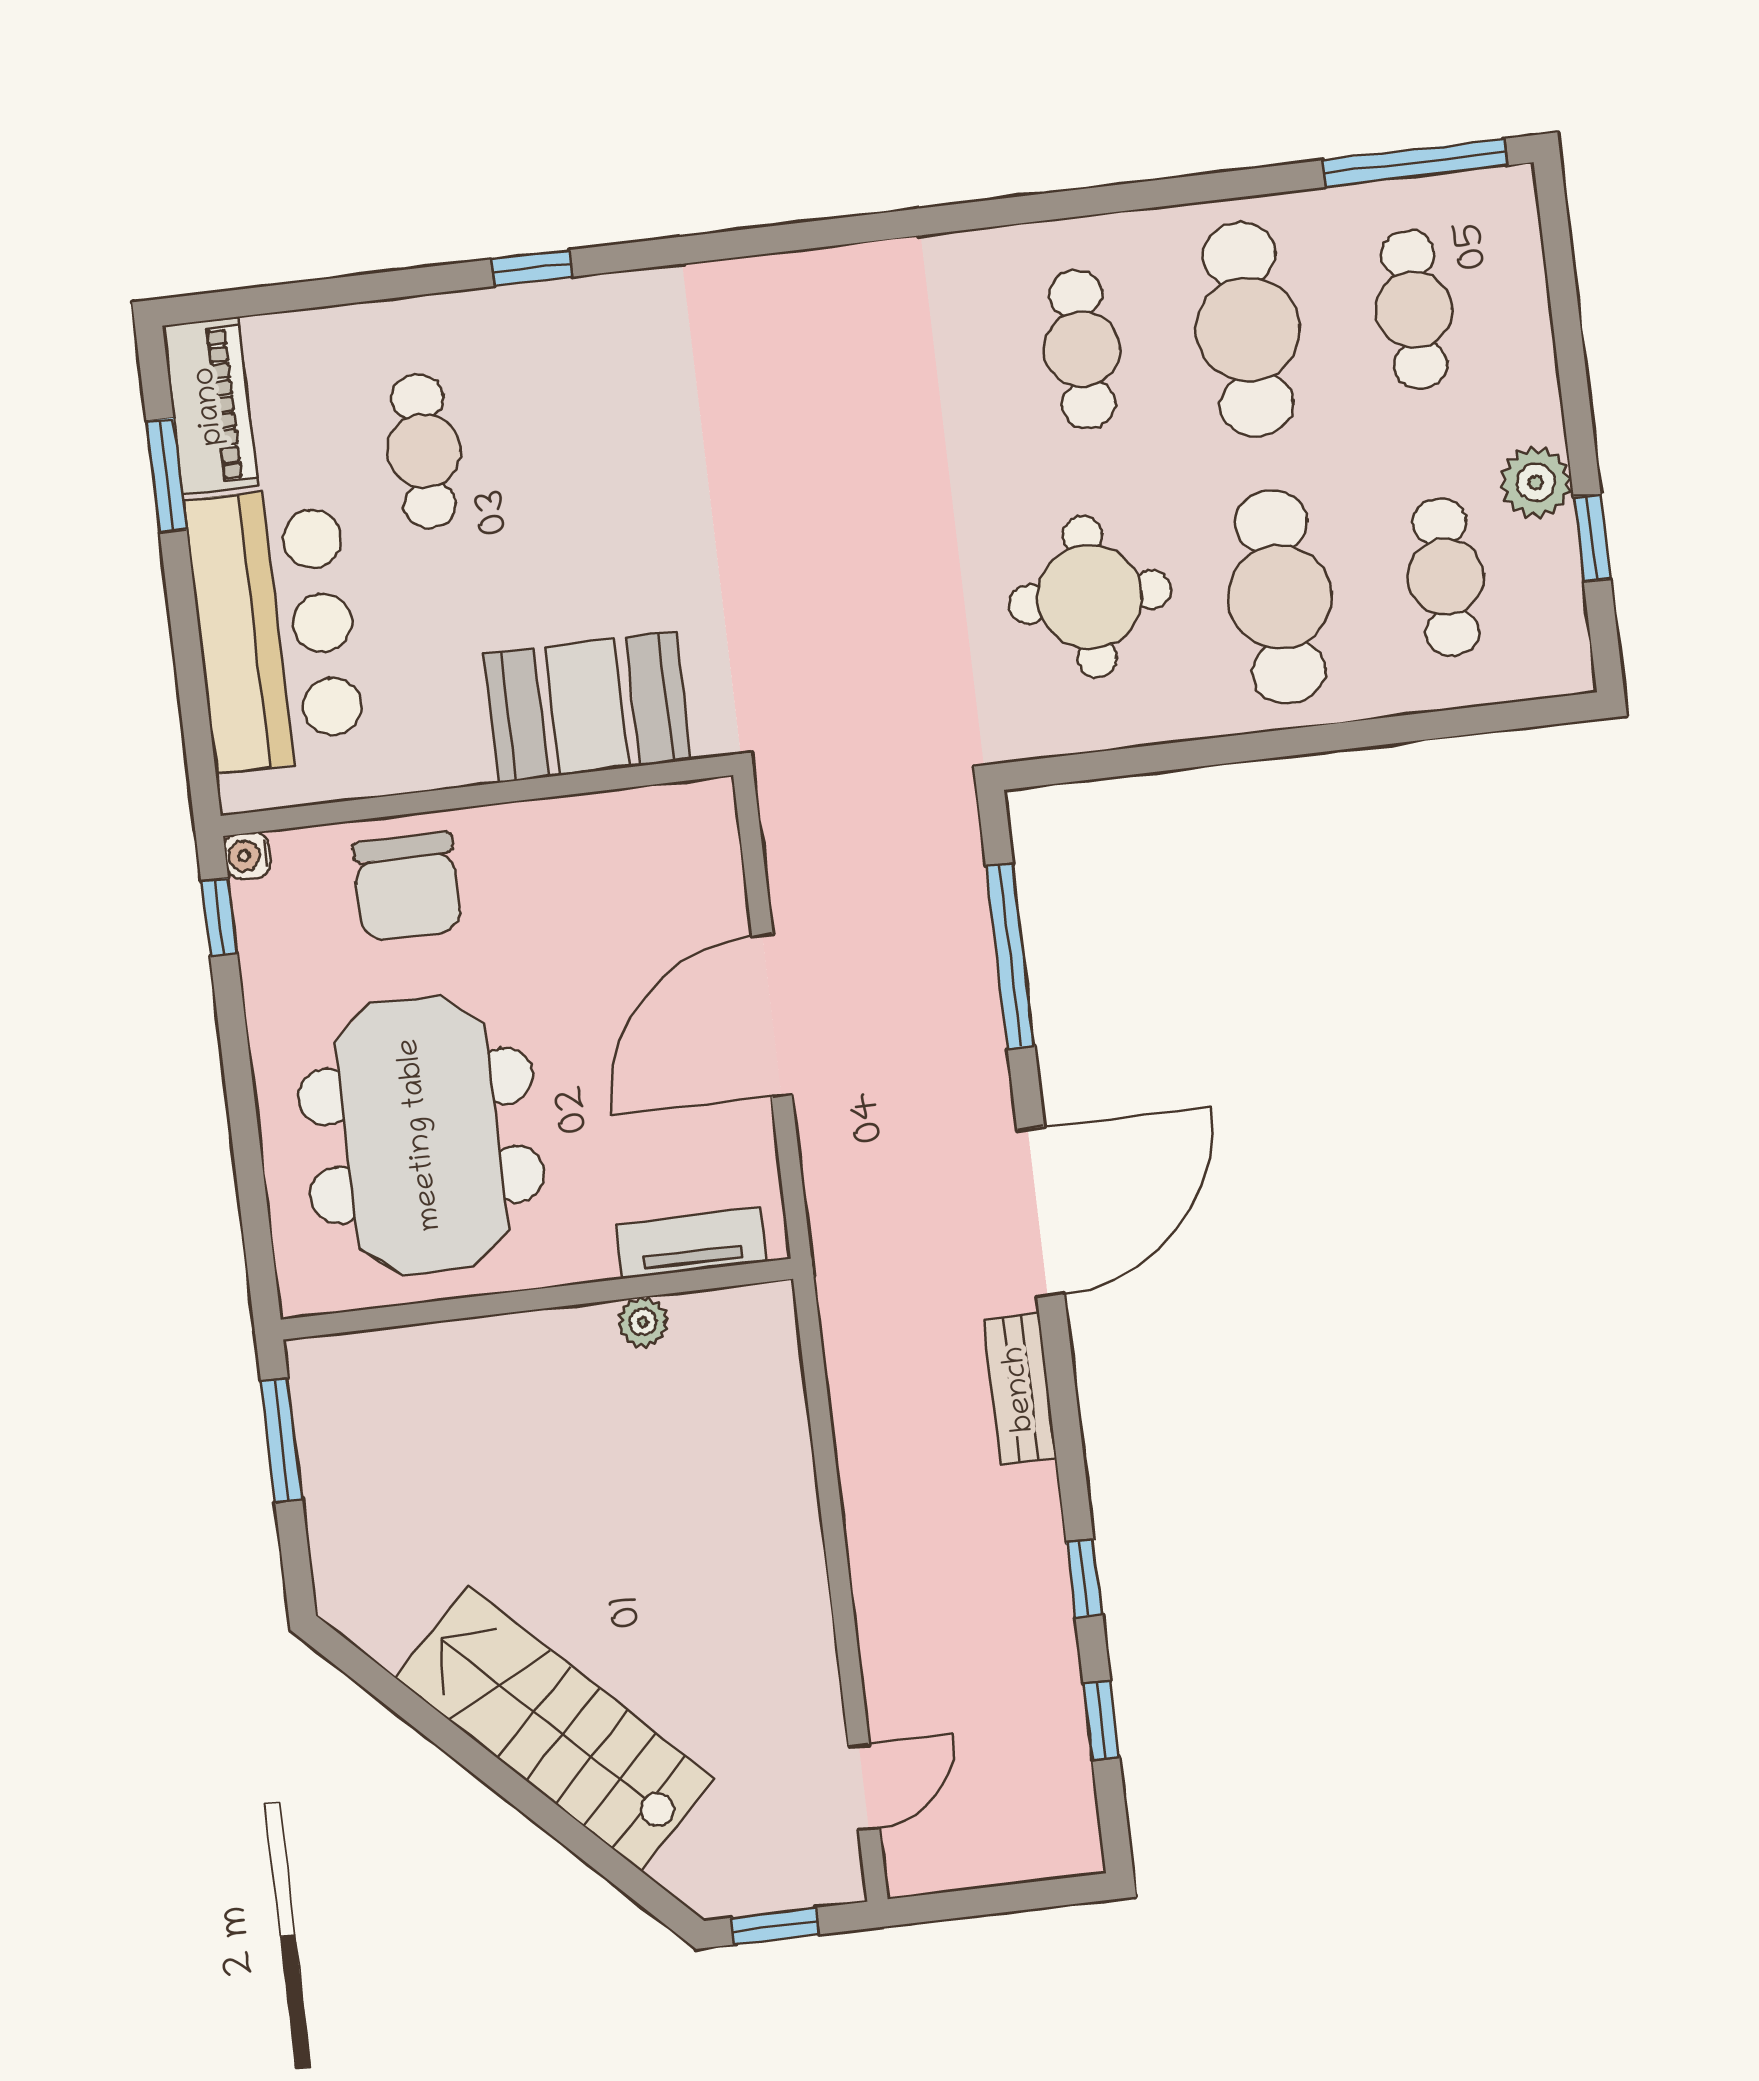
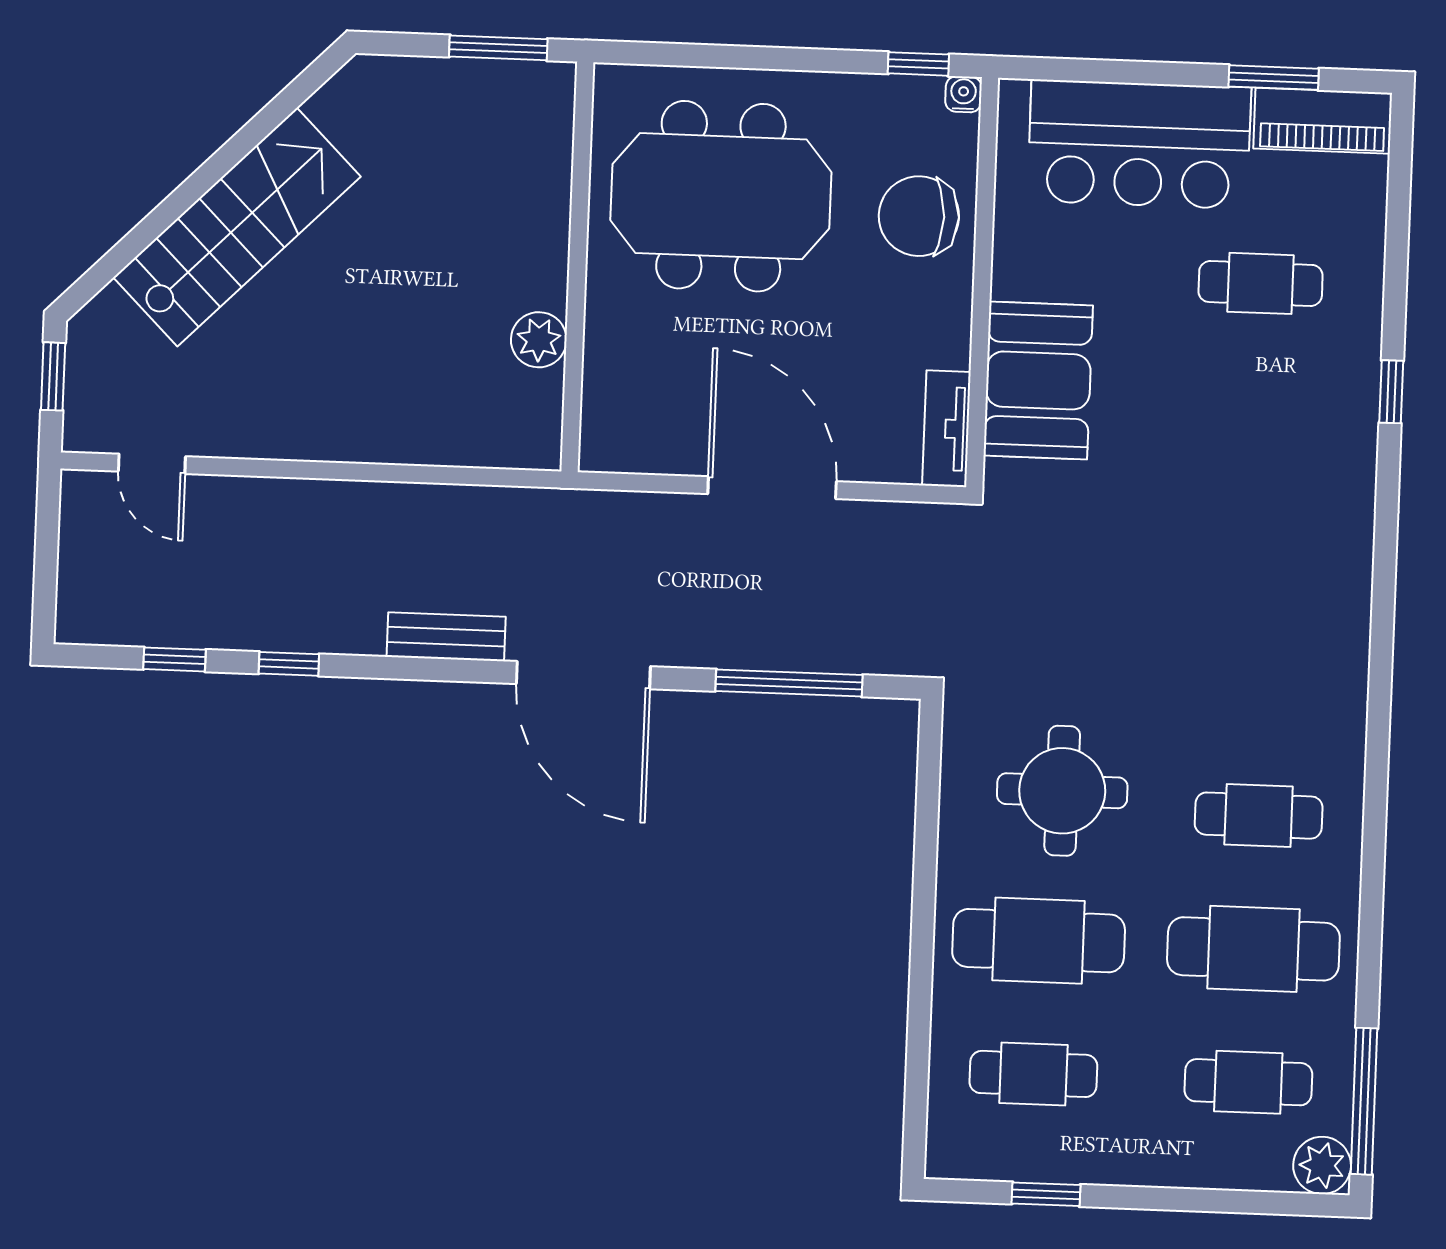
plant: (1536, 482) -> (1322, 1165), moved
tv unit: (691, 1243) -> (946, 429), moved, turned 180
plant: (643, 1322) -> (539, 340), width x1.38, depth x1.38

